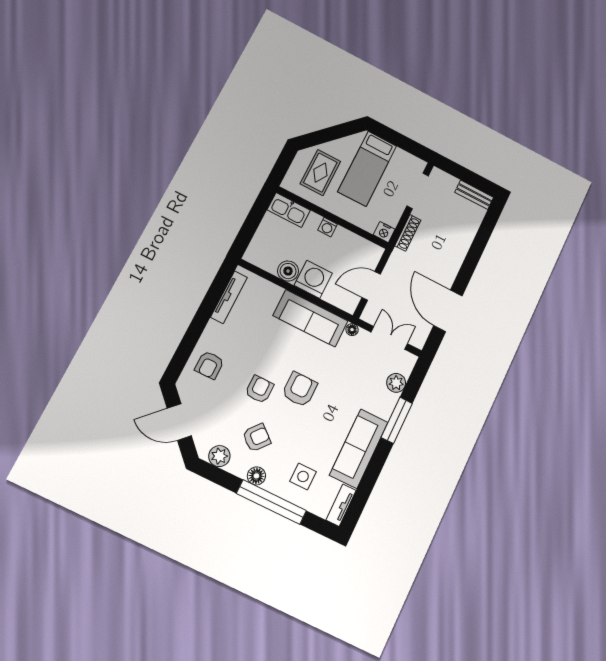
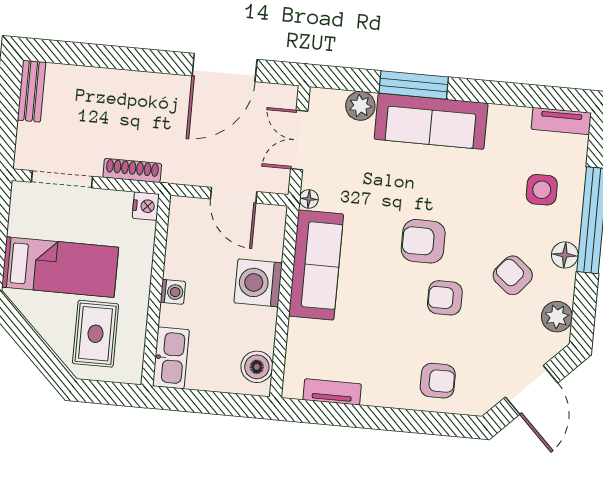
rug: (320, 173) -> (96, 334), turned 90
boiler: (288, 271) -> (257, 367), moved
tv unit: (229, 297) -> (332, 392), width x0.71
sofa: (359, 449) -> (431, 121), moved

